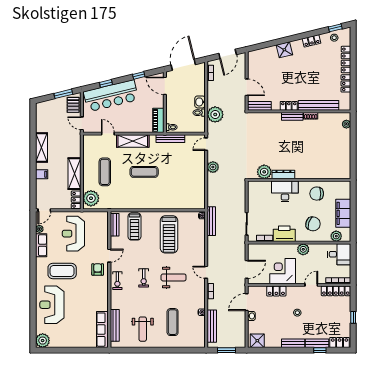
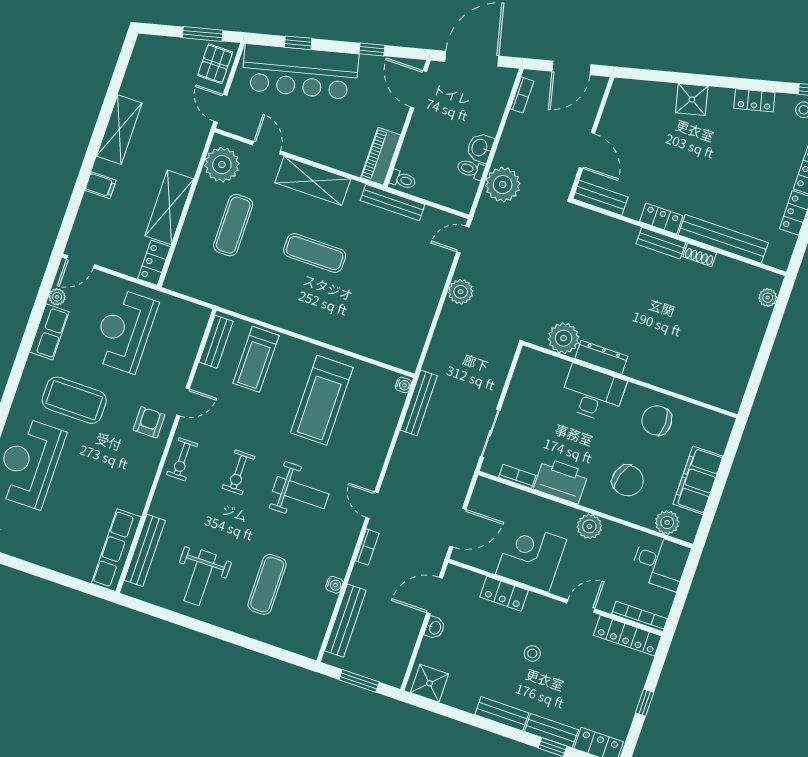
plant: (91, 198) -> (222, 165), moved

